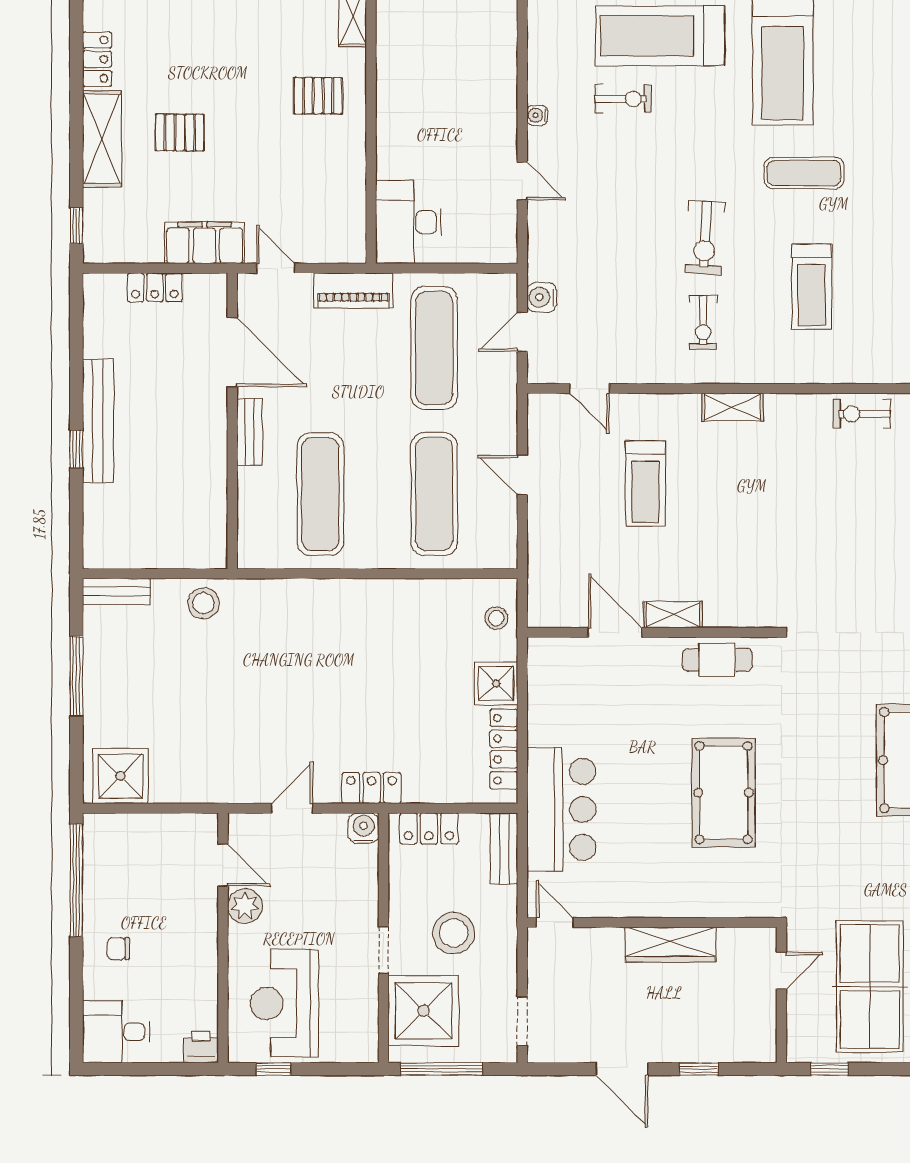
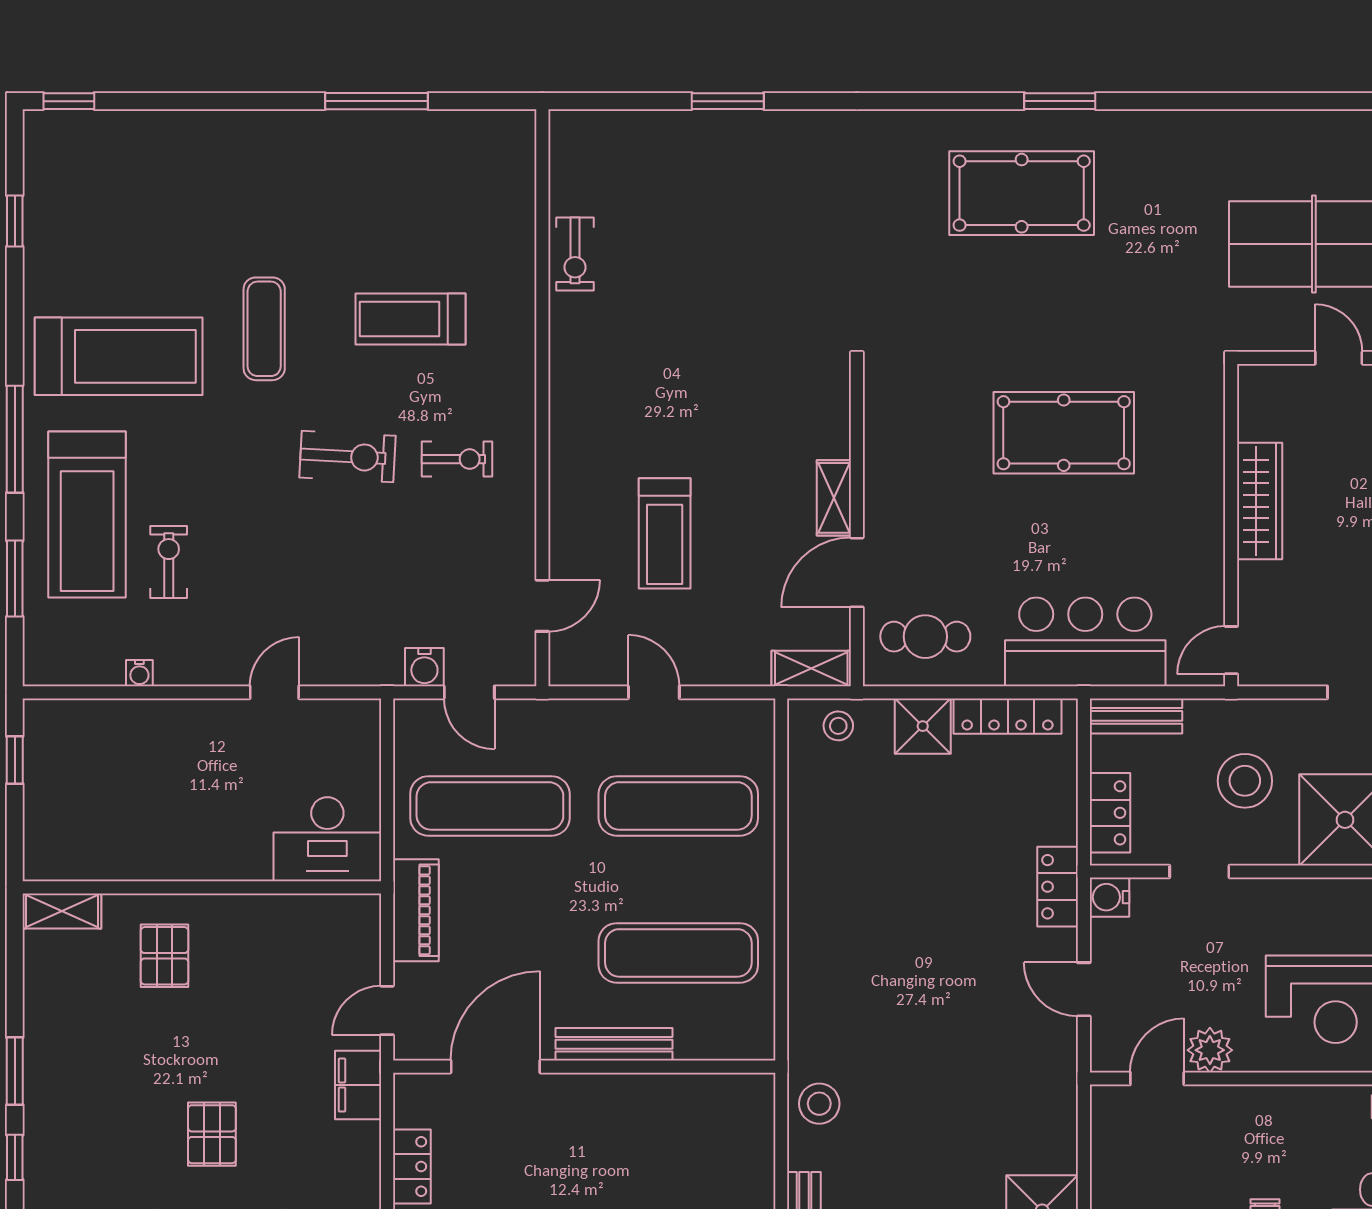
water cooler: (537, 115) -> (139, 673), moved
filing cabinet: (205, 243) -> (358, 1085), width x0.67, depth x0.86
treadmill: (812, 286) -> (410, 319), turned 180
shelving: (732, 407) -> (811, 668), moved, turned 90
bench: (249, 432) -> (614, 1044), width x1.36
door: (522, 475) -> (654, 692), swing flipped
treadmill: (645, 483) -> (665, 533), turned 90
cafe table: (717, 660) -> (925, 637), moved, turned 90
doorway: (383, 950) -> (1199, 871), moved
door: (781, 970) -> (1339, 358), moved

